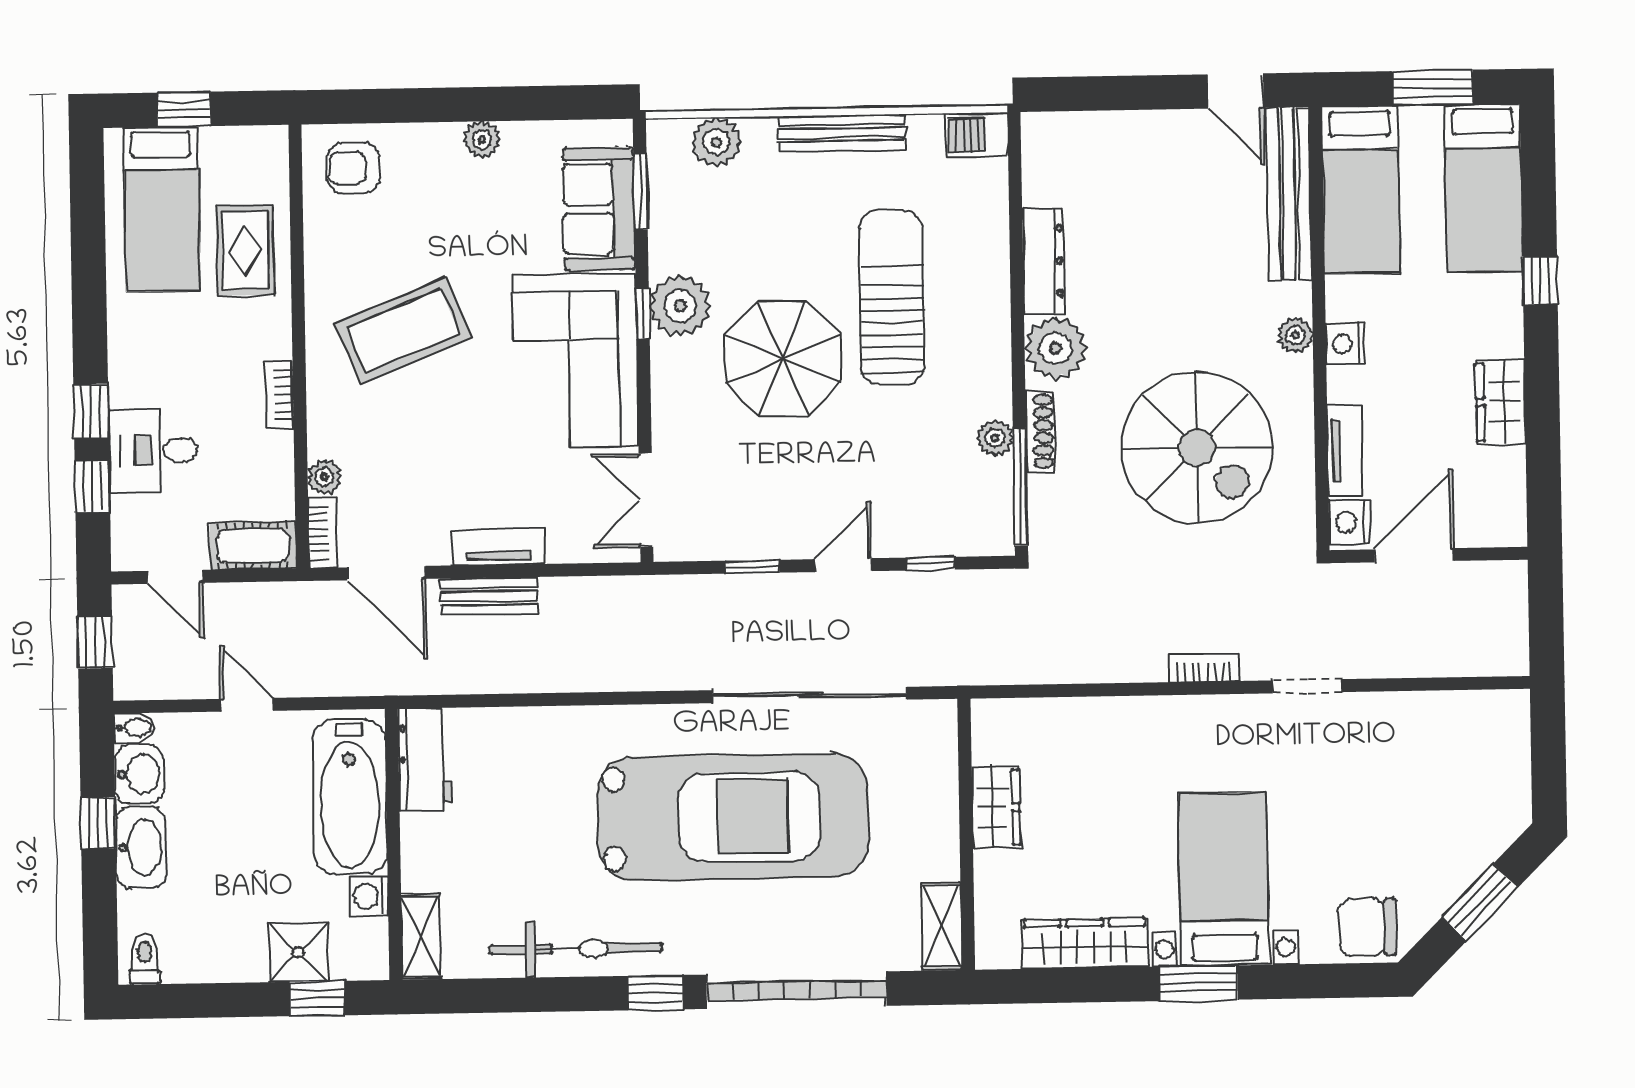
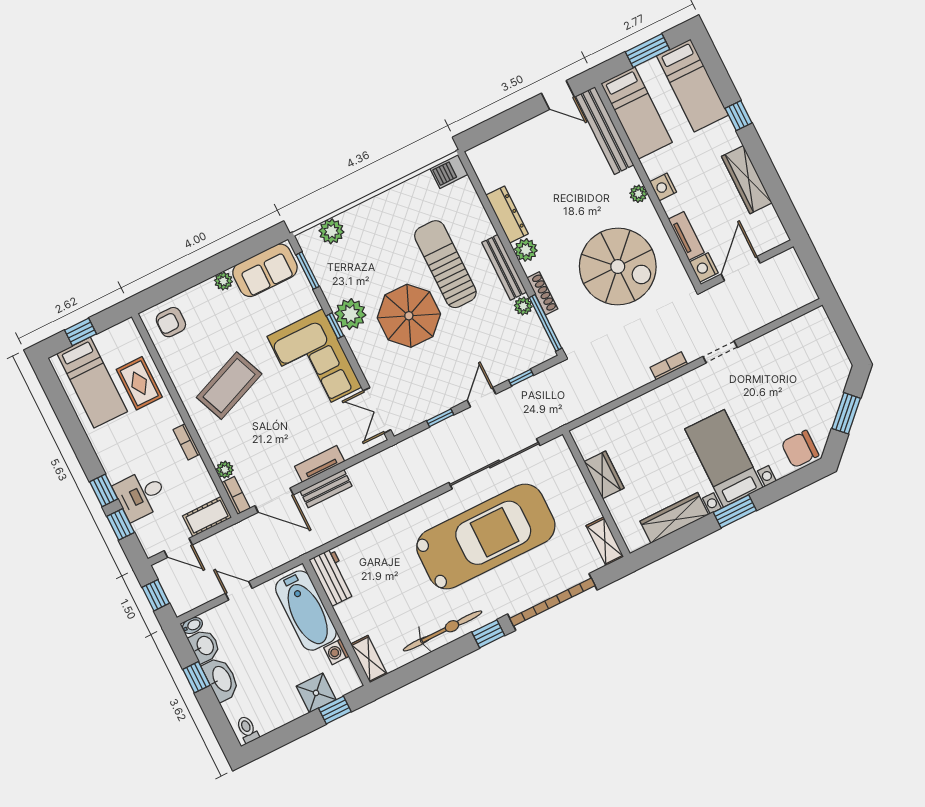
bench: (842, 133) -> (504, 267), moved, turned 90
sofa: (599, 209) -> (265, 270), moved, turned -90
plant: (1056, 348) -> (526, 250), width x0.73, depth x0.73
wardrobe: (1501, 402) -> (747, 180), width x1.50

